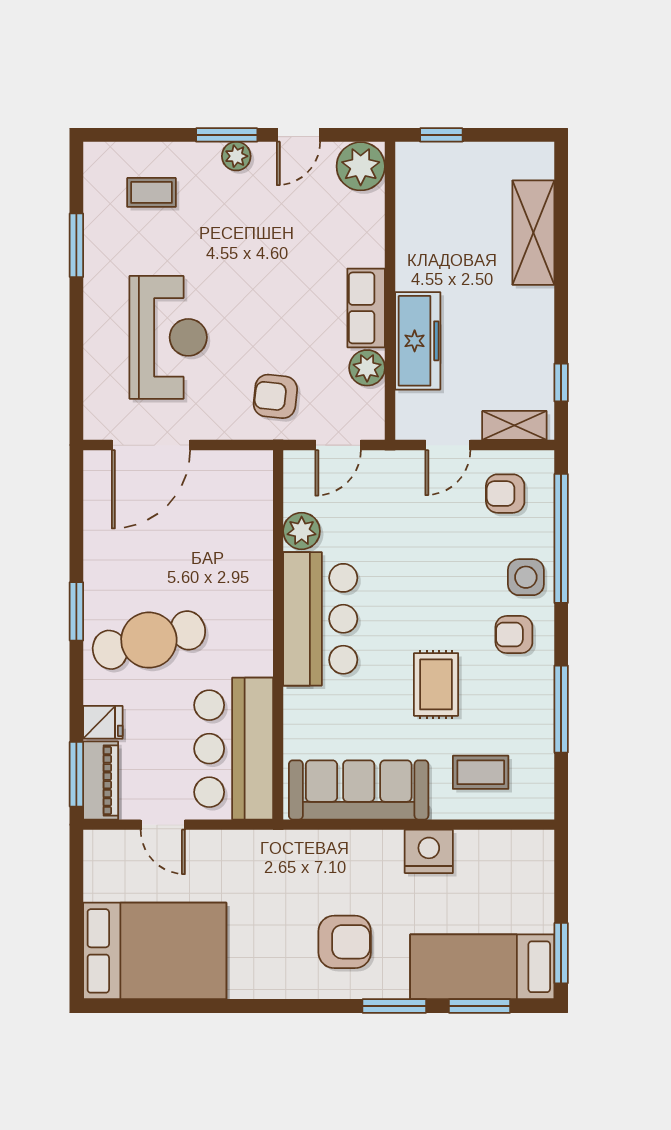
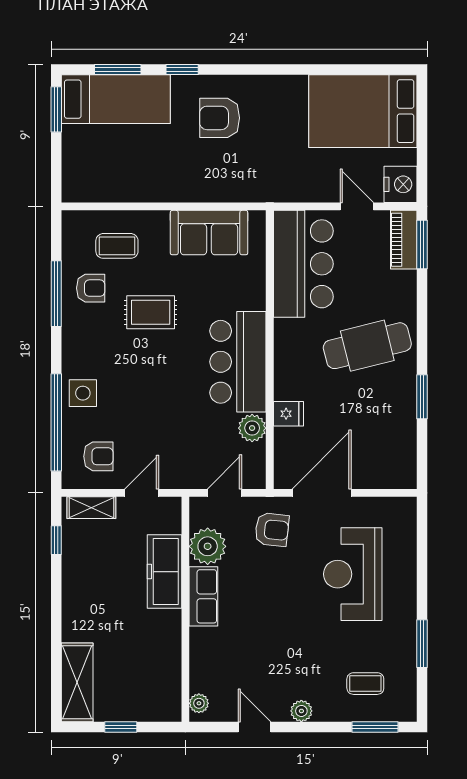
window: (227, 135) -> (375, 727), moved
door: (298, 135) -> (254, 727), hinge flipped
window: (441, 135) -> (121, 727), moved
plant: (361, 166) -> (199, 703), width x0.53, depth x0.53
shelving: (533, 233) -> (77, 682), moved
plant: (367, 368) -> (208, 546), width x1.36, depth x1.36
door: (151, 445) -> (322, 493), moved
window: (76, 611) -> (422, 397), moved
armchair: (514, 635) -> (91, 288), moved
rug: (436, 684) -> (151, 312), turned 90
fridge: (103, 722) -> (288, 414), moved, turned 180
sofa: (359, 790) -> (209, 233), width x0.73
nightstand: (429, 851) -> (401, 184), moved, turned -90
window: (394, 1006) -> (182, 70), width x0.67

